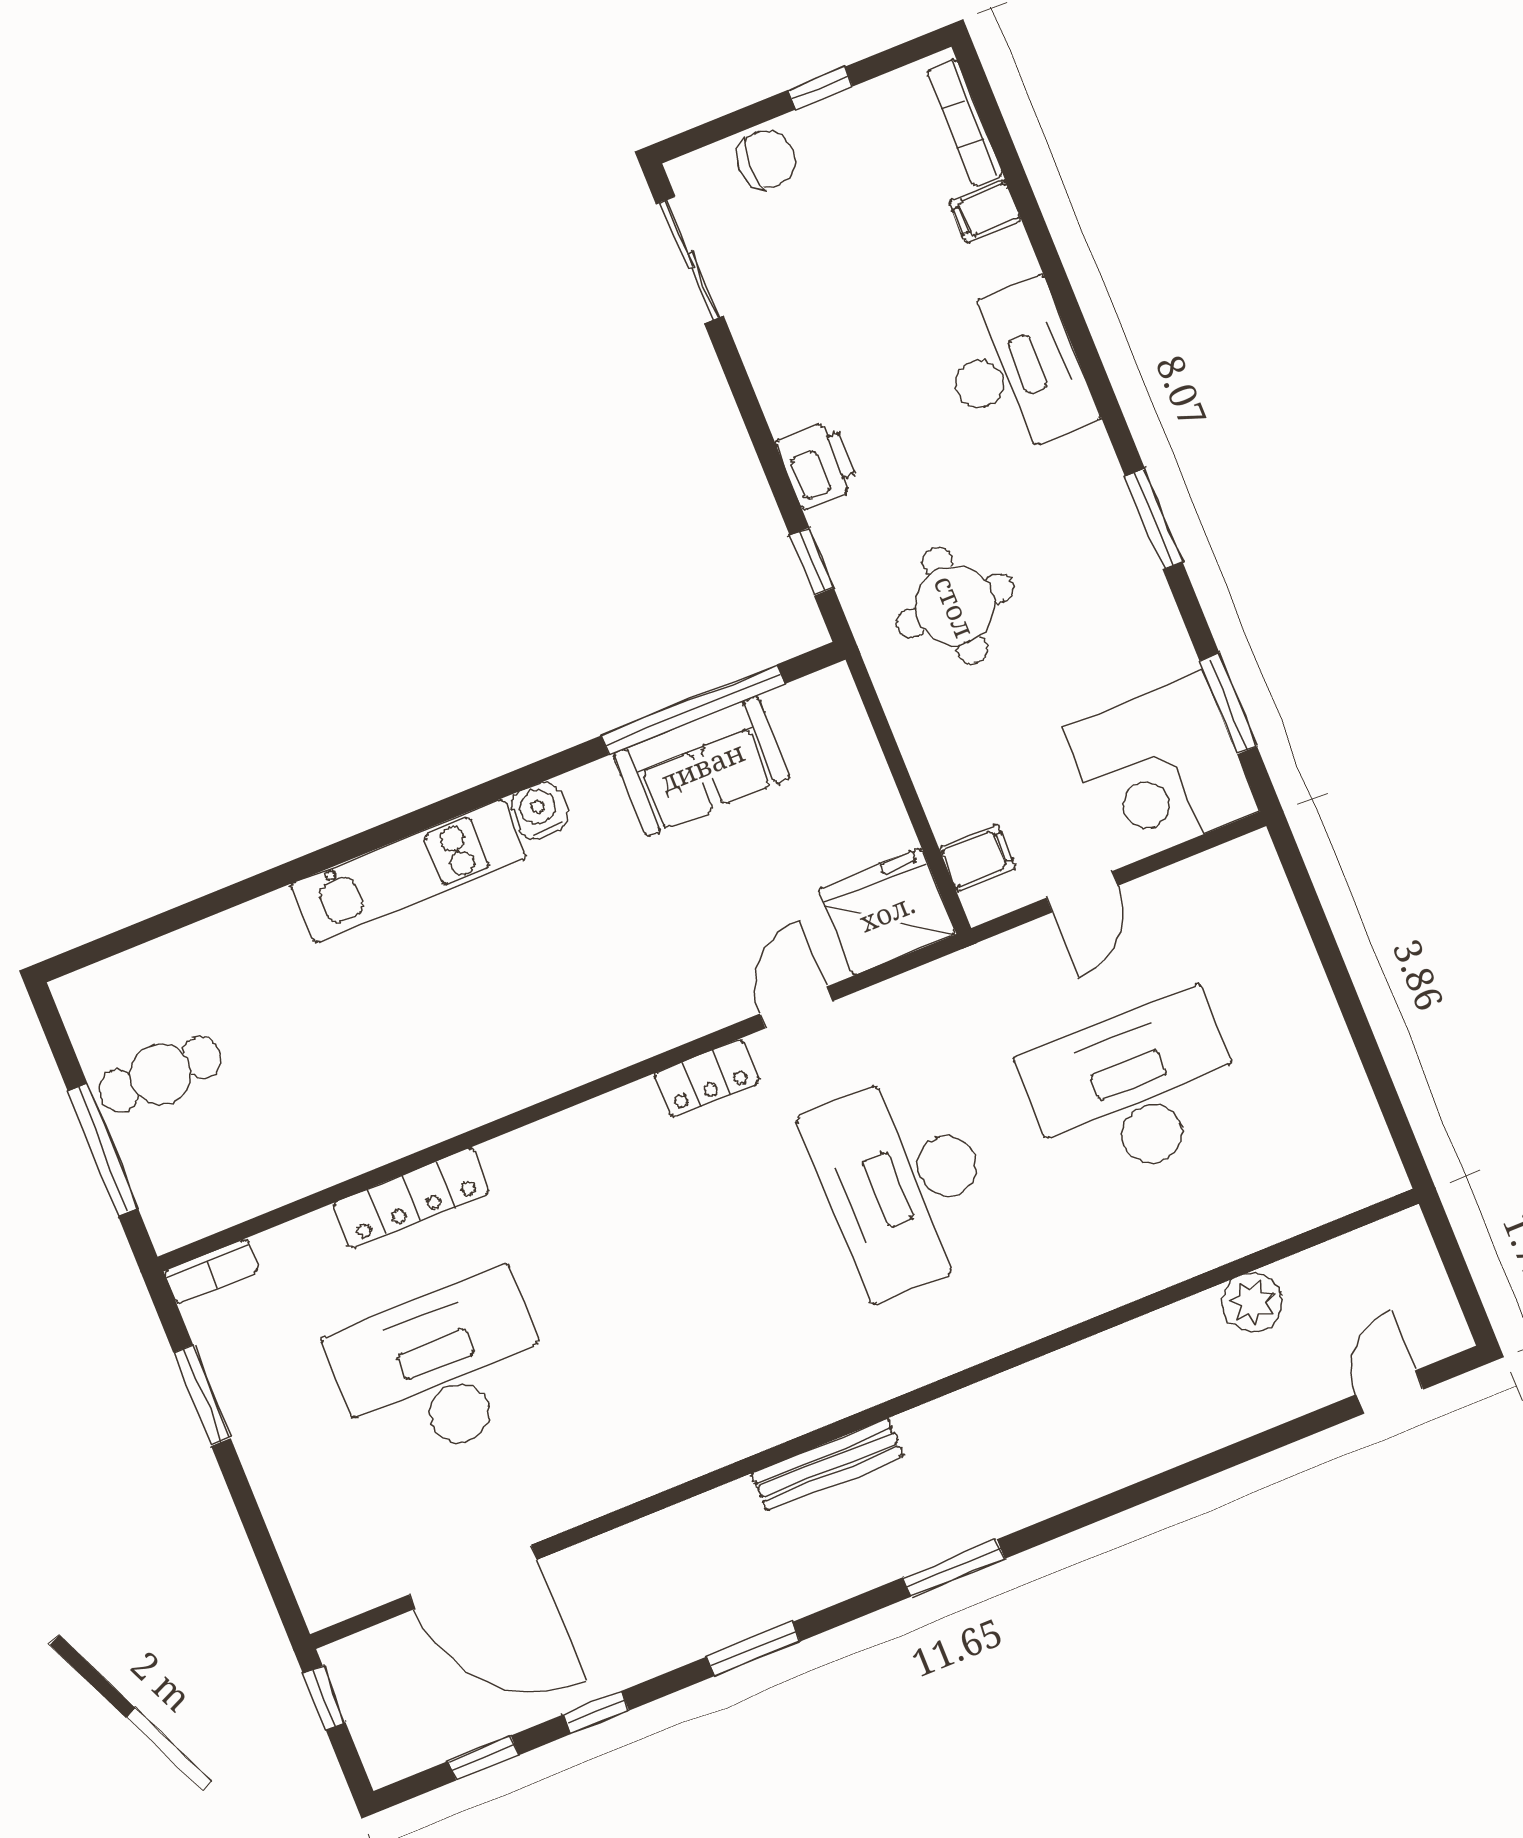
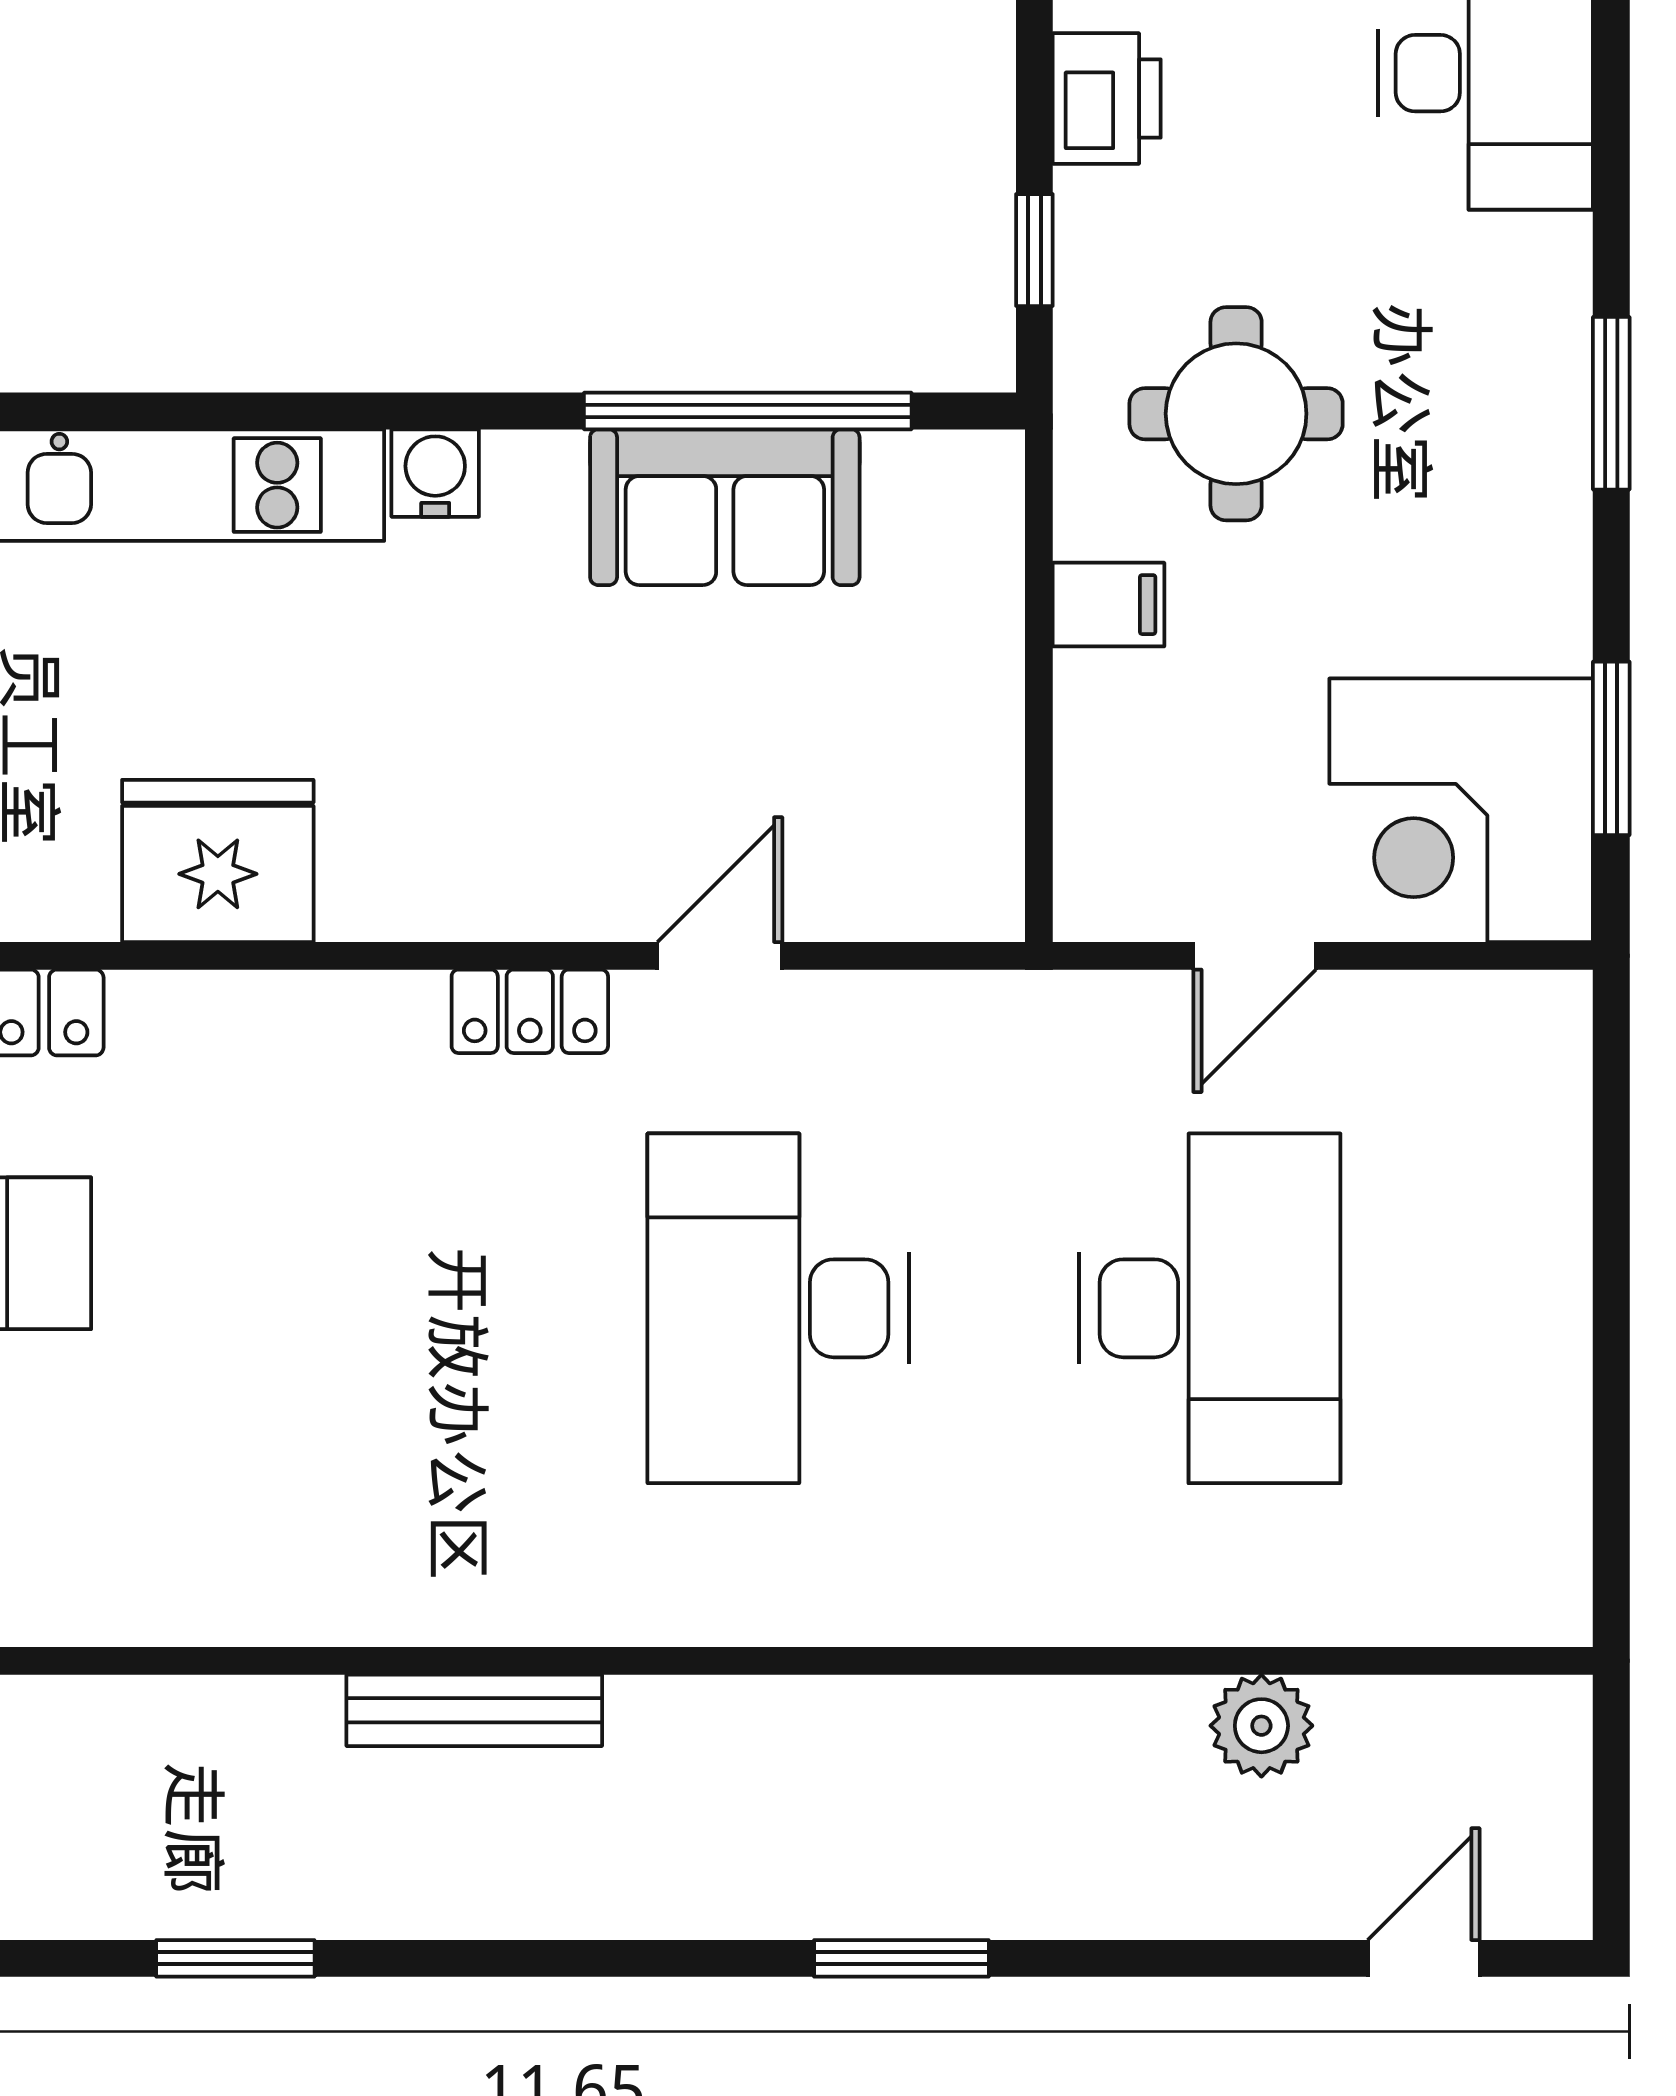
filing cabinet: (977, 858) -> (1109, 605), moved
fridge: (887, 912) -> (218, 861), moved
desk: (1134, 1090) -> (1210, 1308), turned 90
window: (954, 1568) -> (901, 1958), moved

